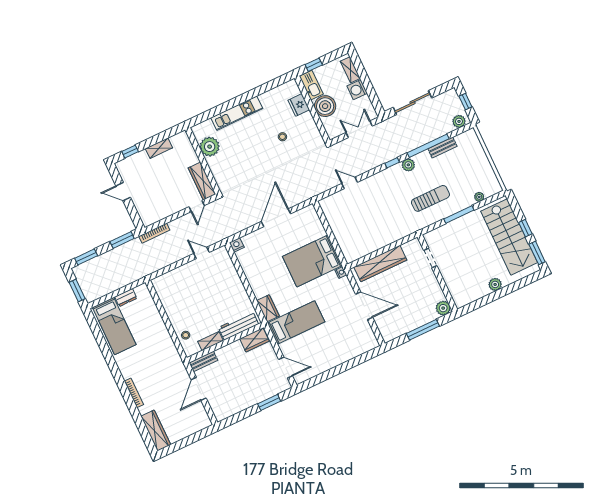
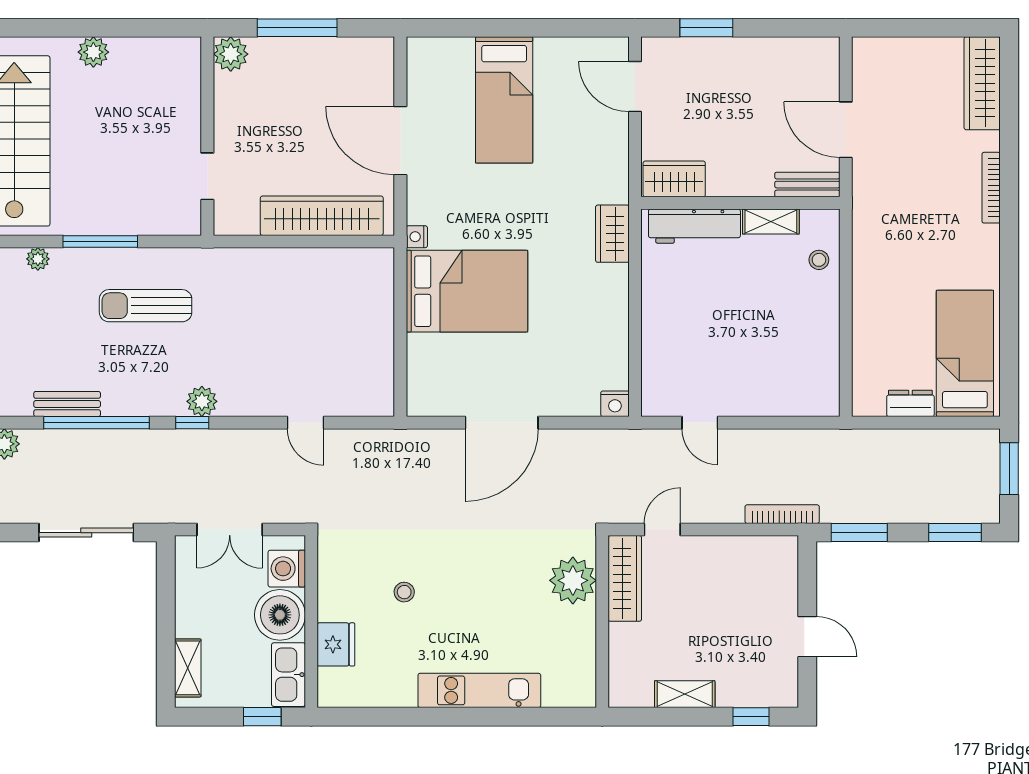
washing machine: (357, 90) -> (287, 569), moved, turned 180
plant: (210, 147) -> (573, 580), moved
plant: (408, 165) -> (202, 401), moved
bed: (296, 322) -> (504, 100), moved, turned -90
door: (199, 389) -> (846, 130), swing flipped

